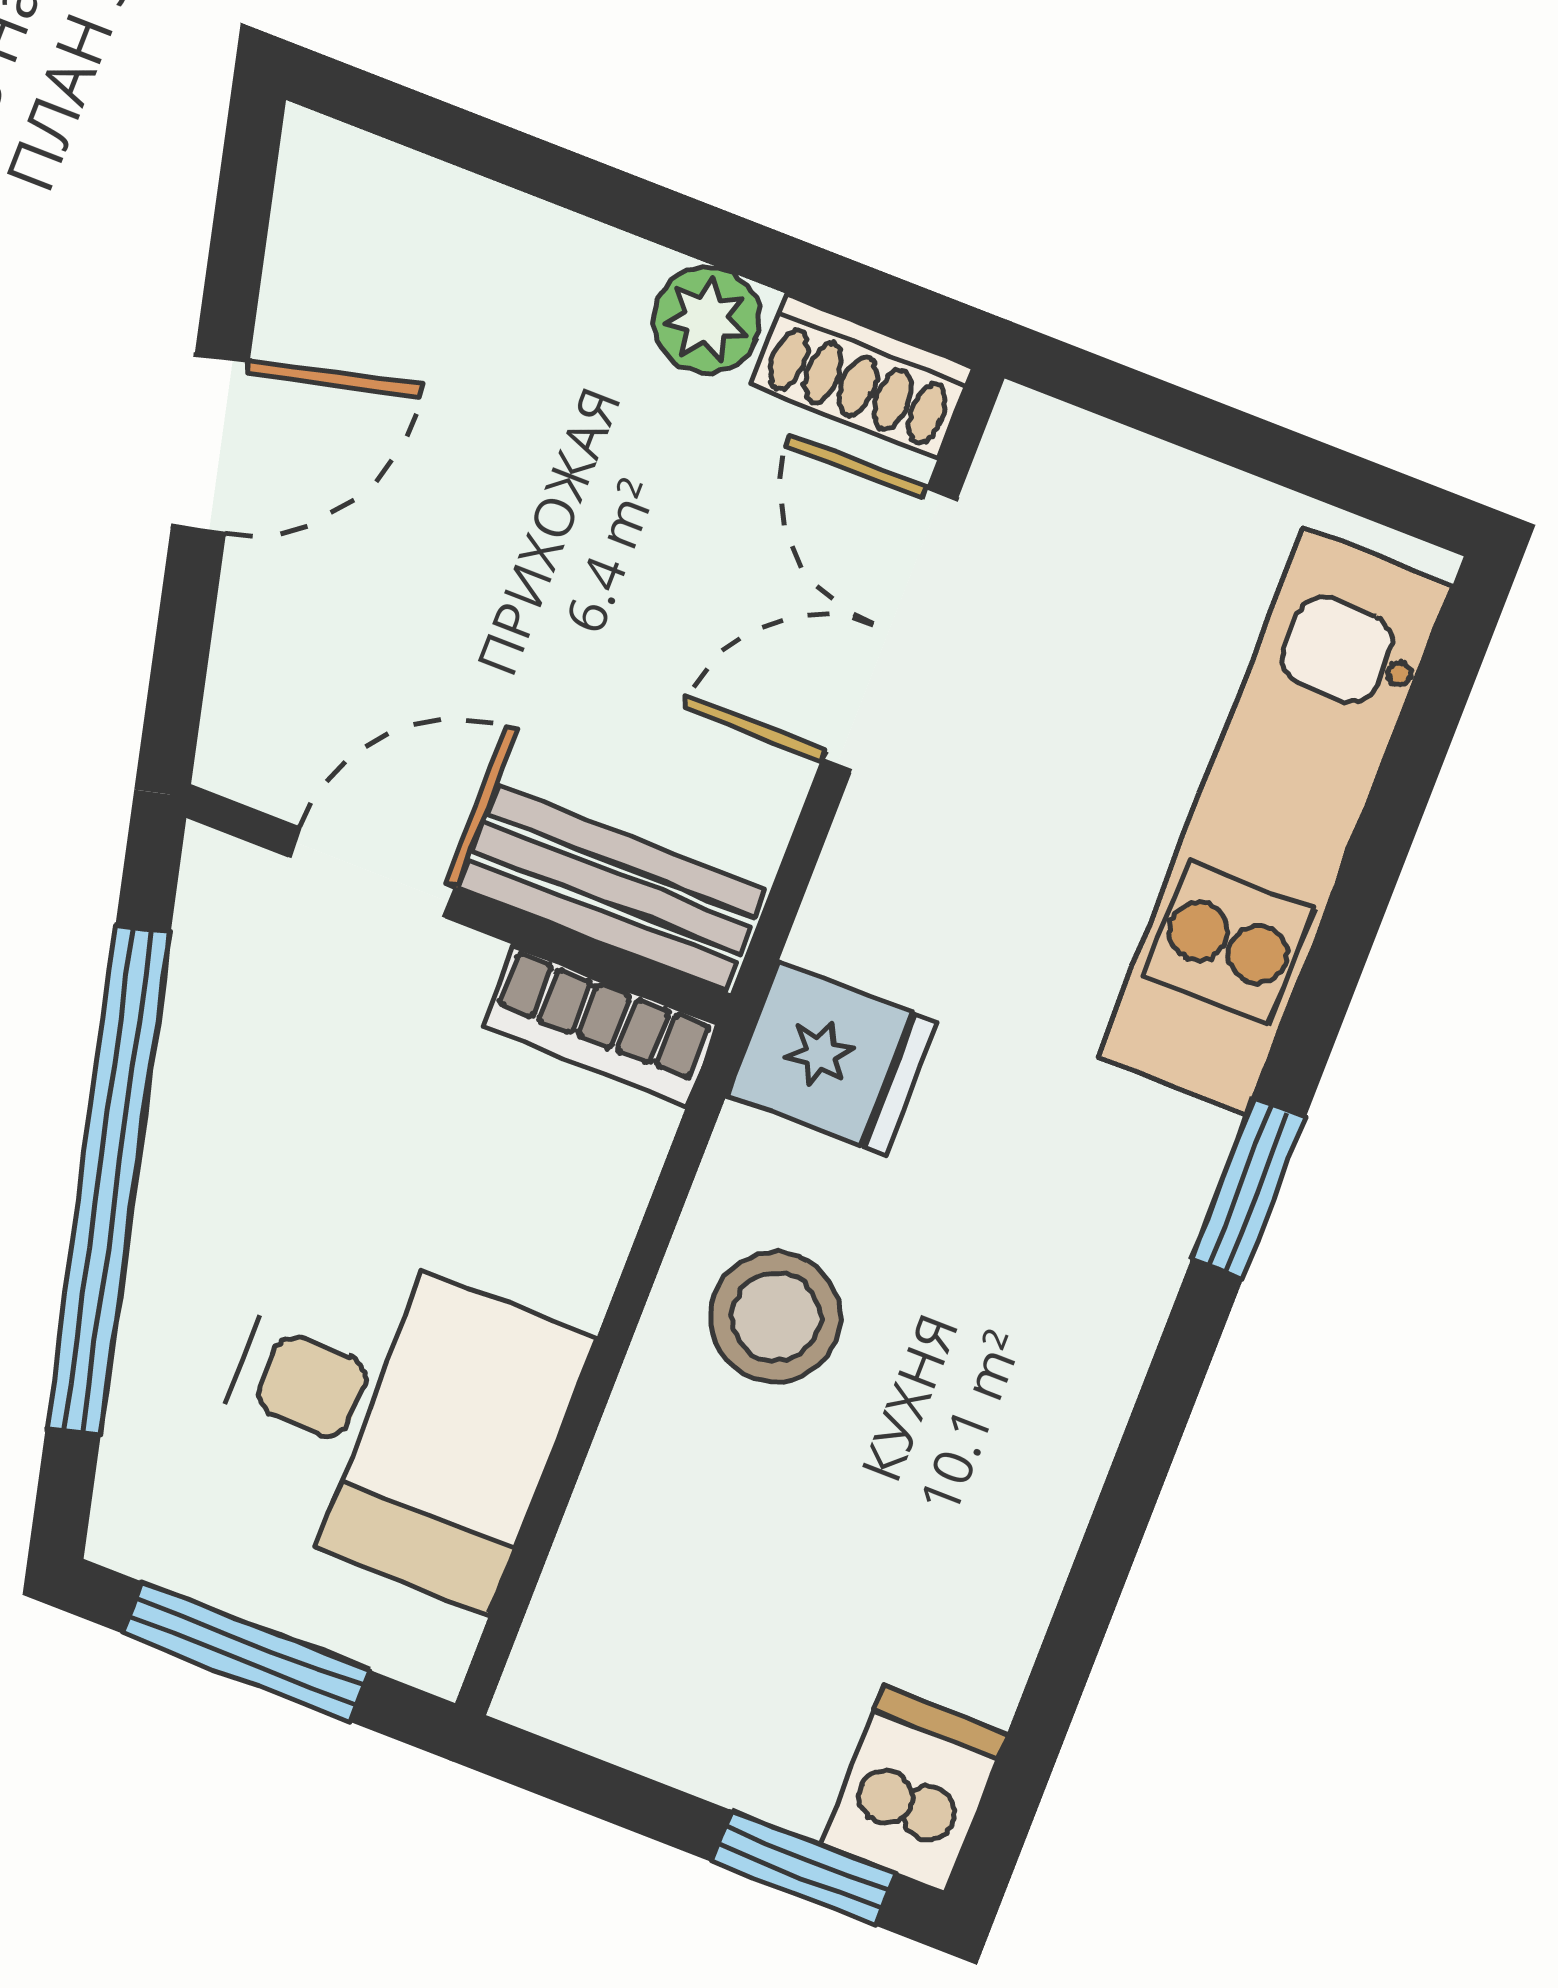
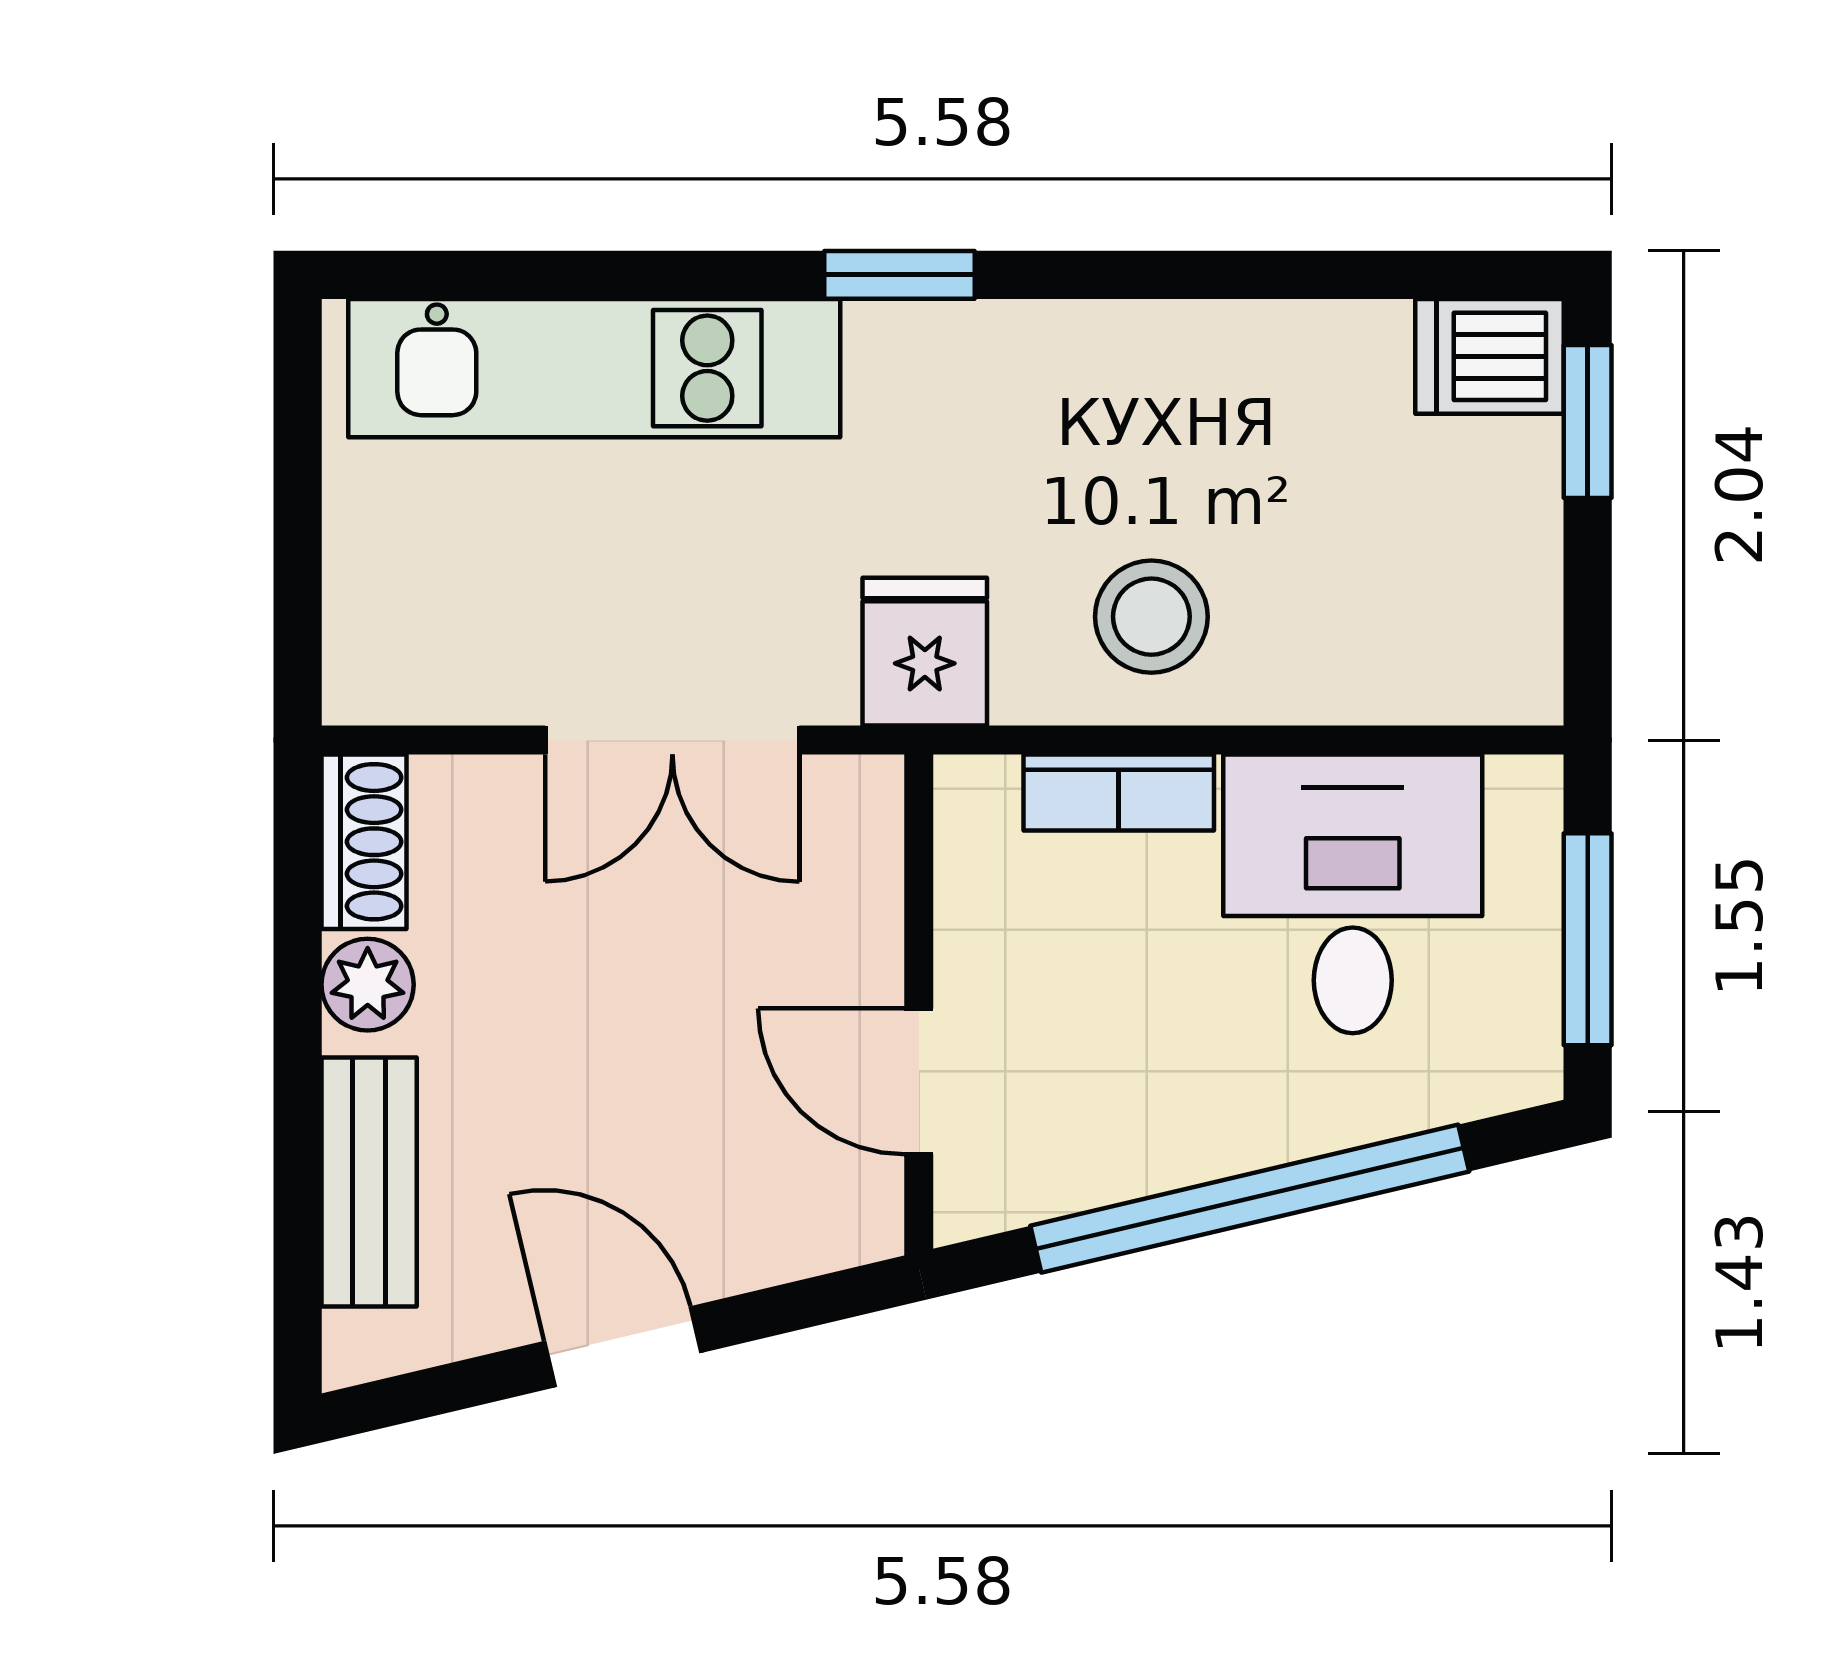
double door: (889, 630) -> (672, 740), moved
bench: (612, 889) -> (369, 1182), moved
bookcase: (600, 1026) -> (1119, 793), moved, turned 90

